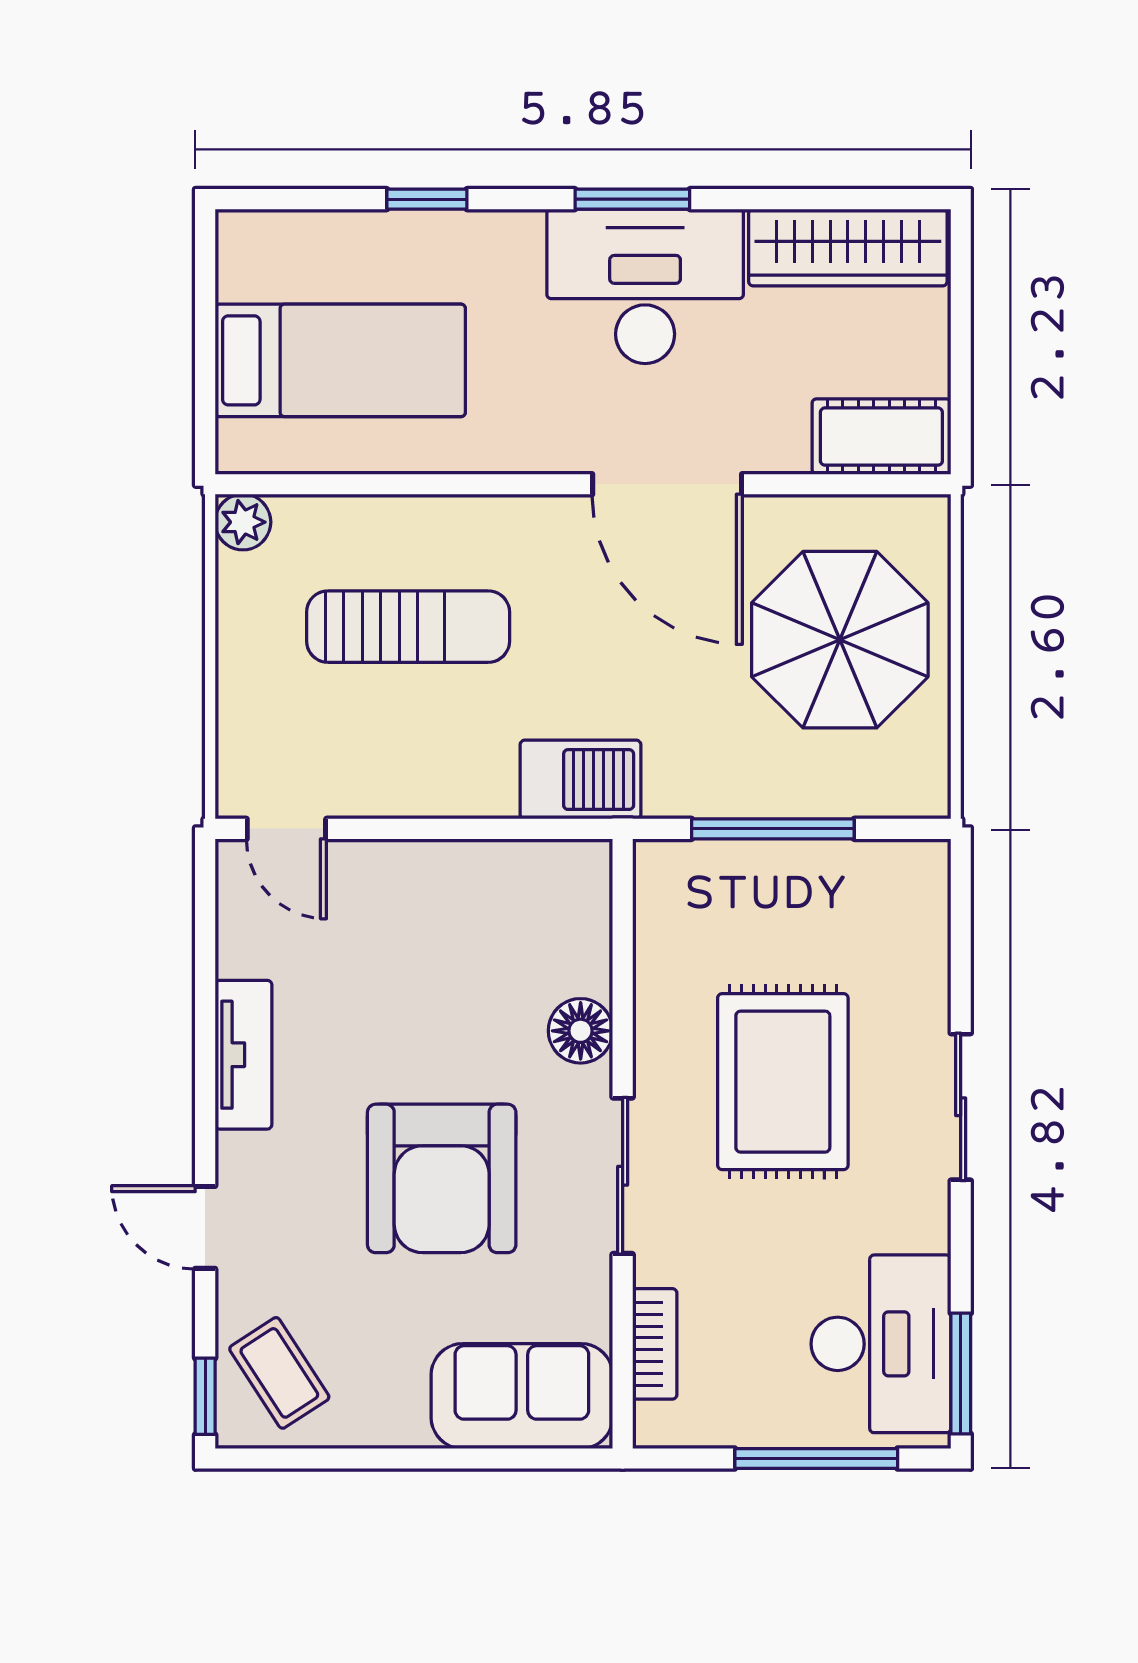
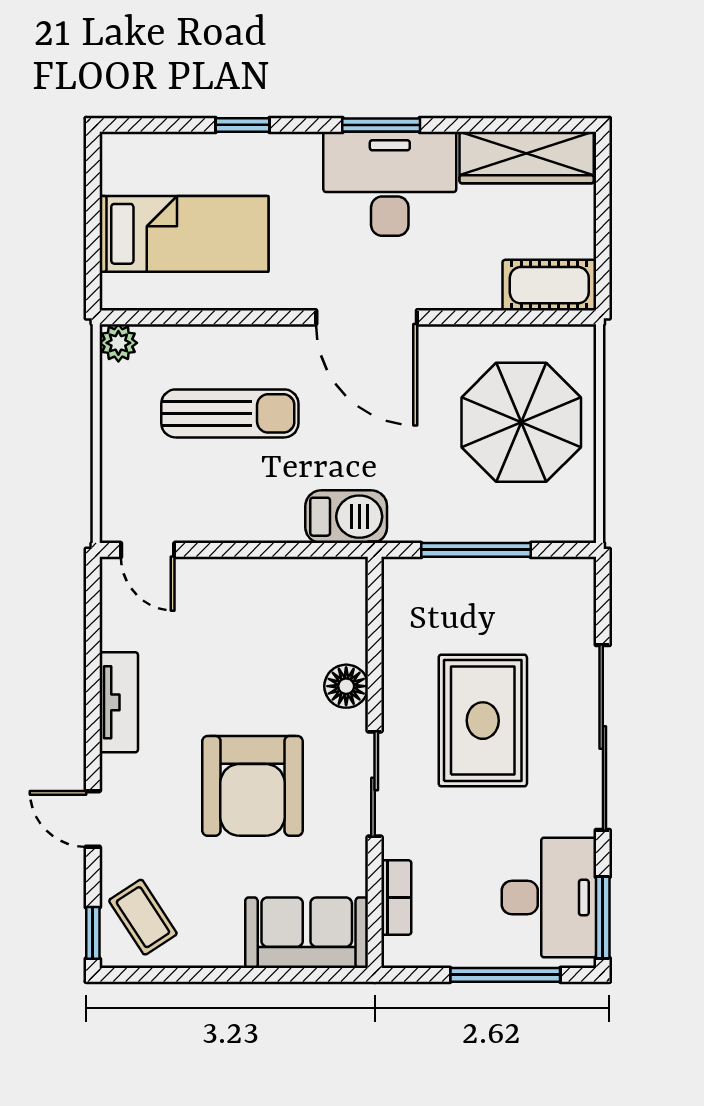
door: (667, 484) -> (367, 317), moved
sliding door: (961, 1107) -> (603, 738), width x1.86

